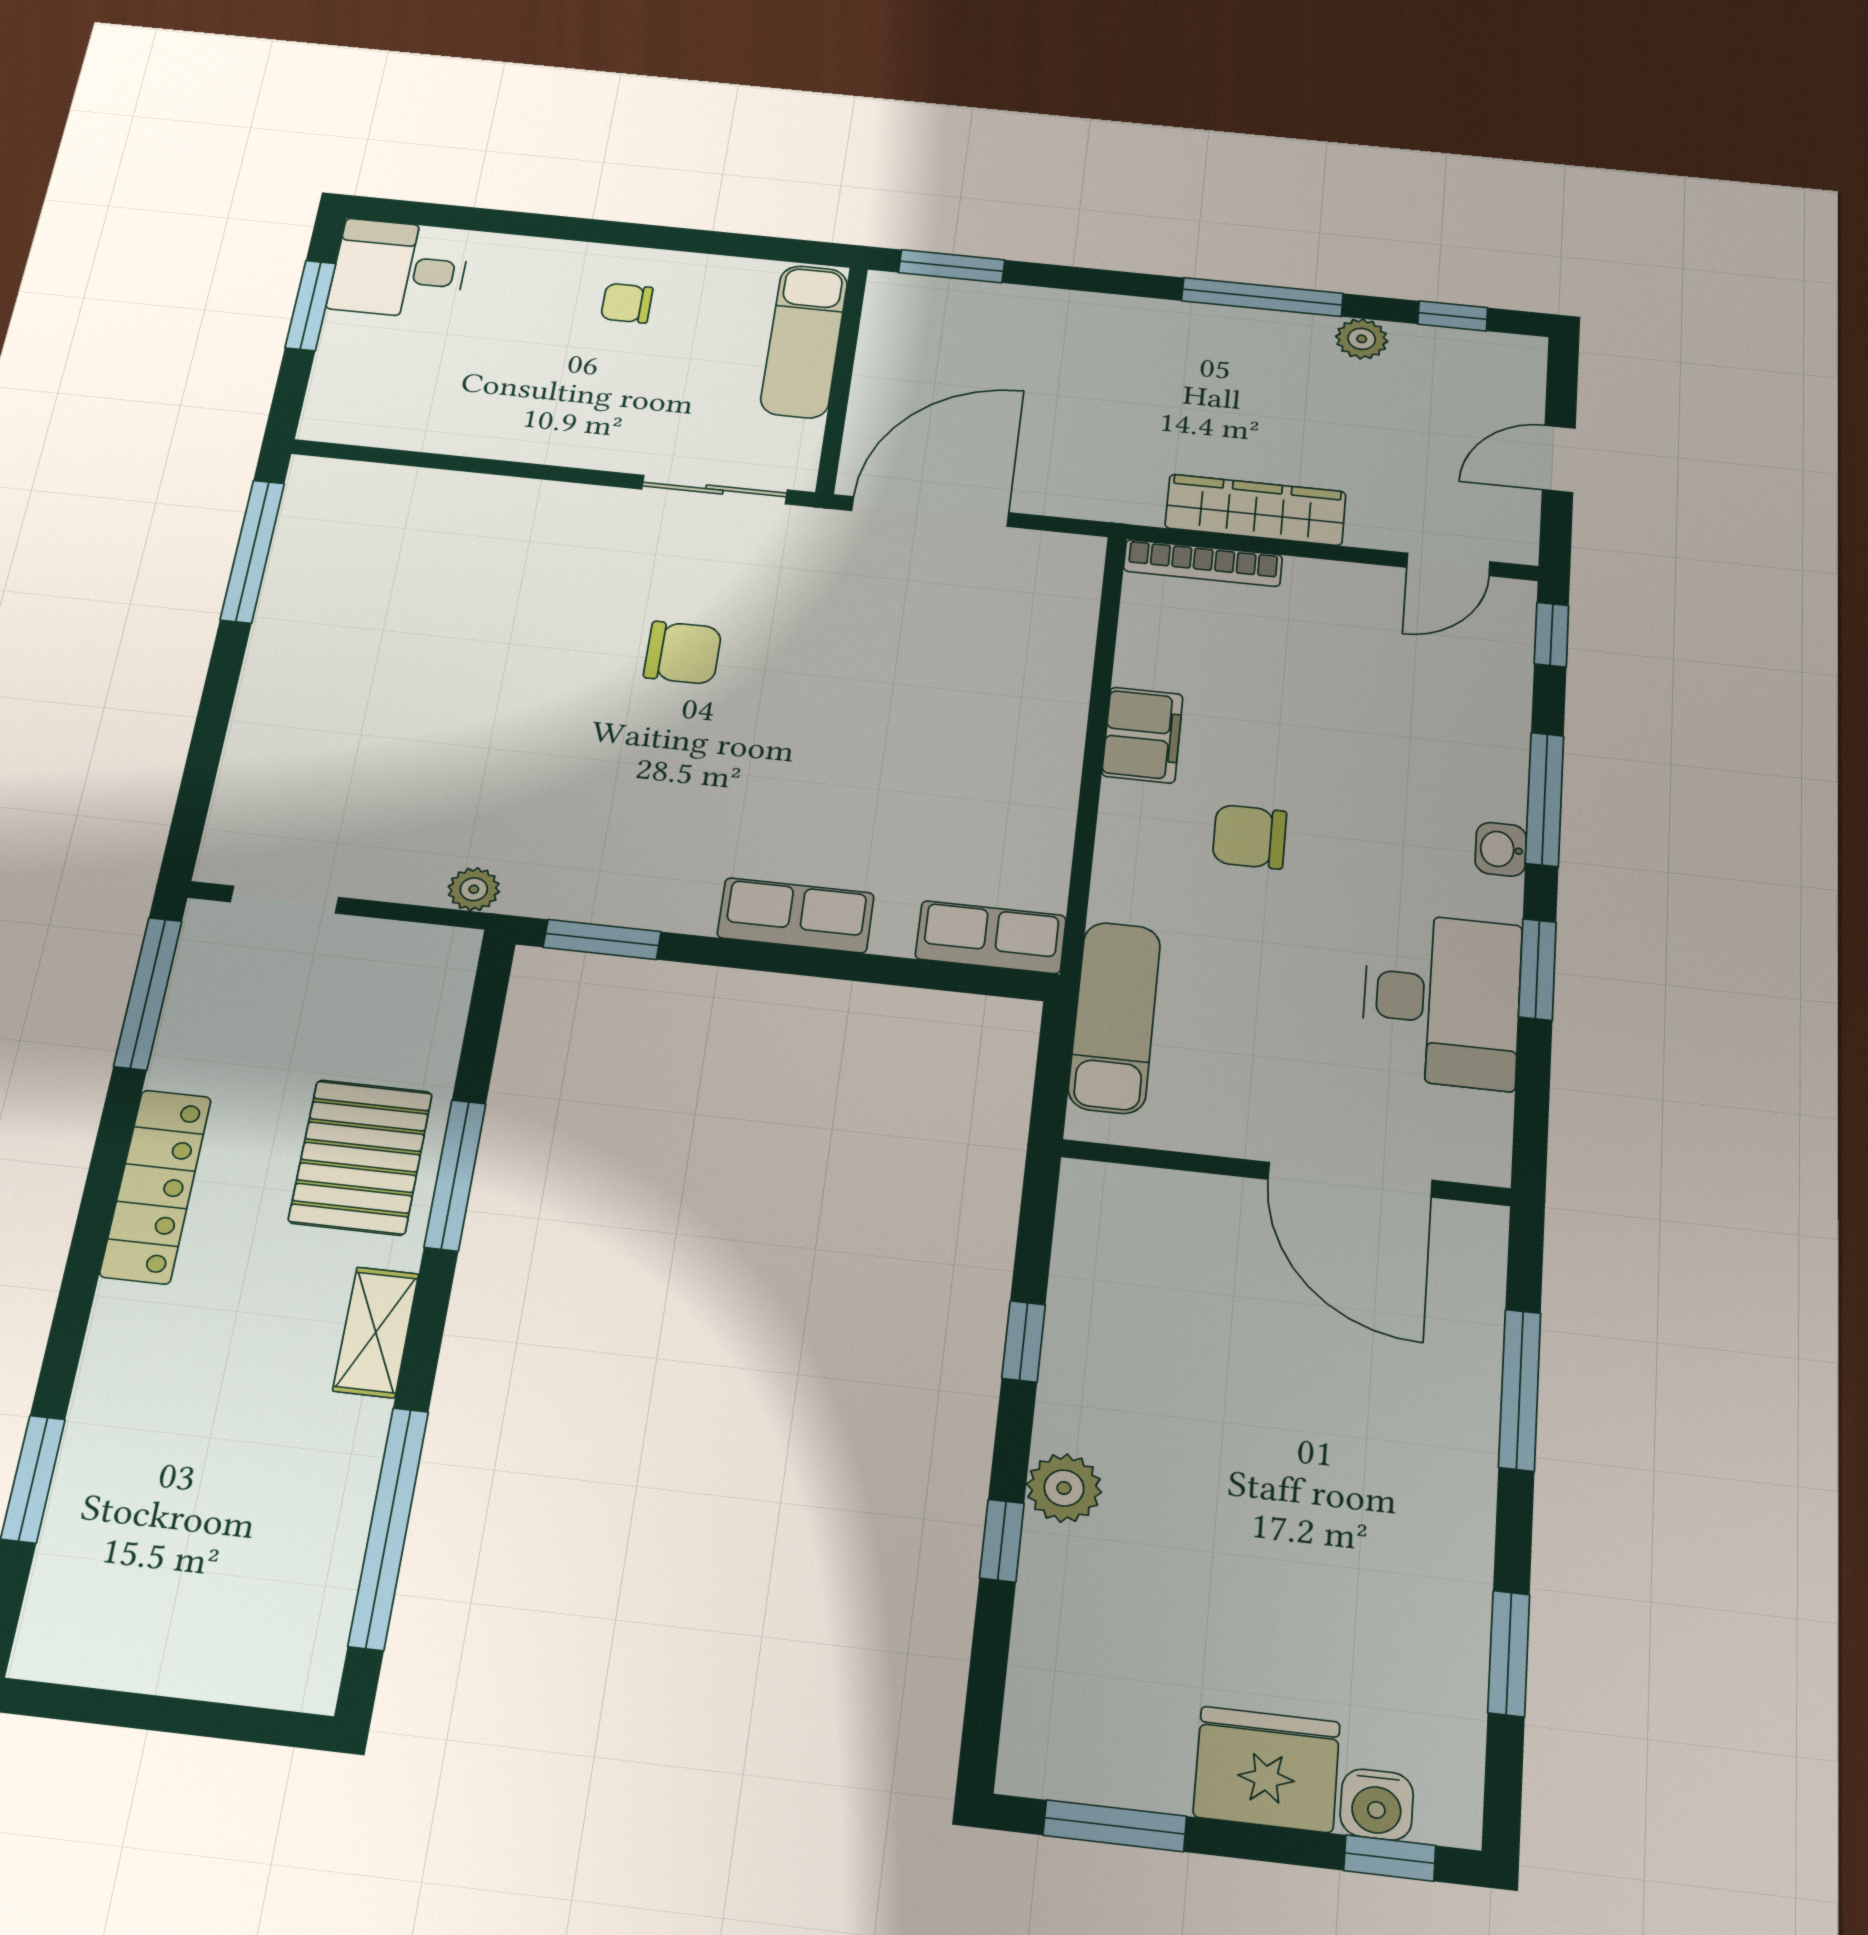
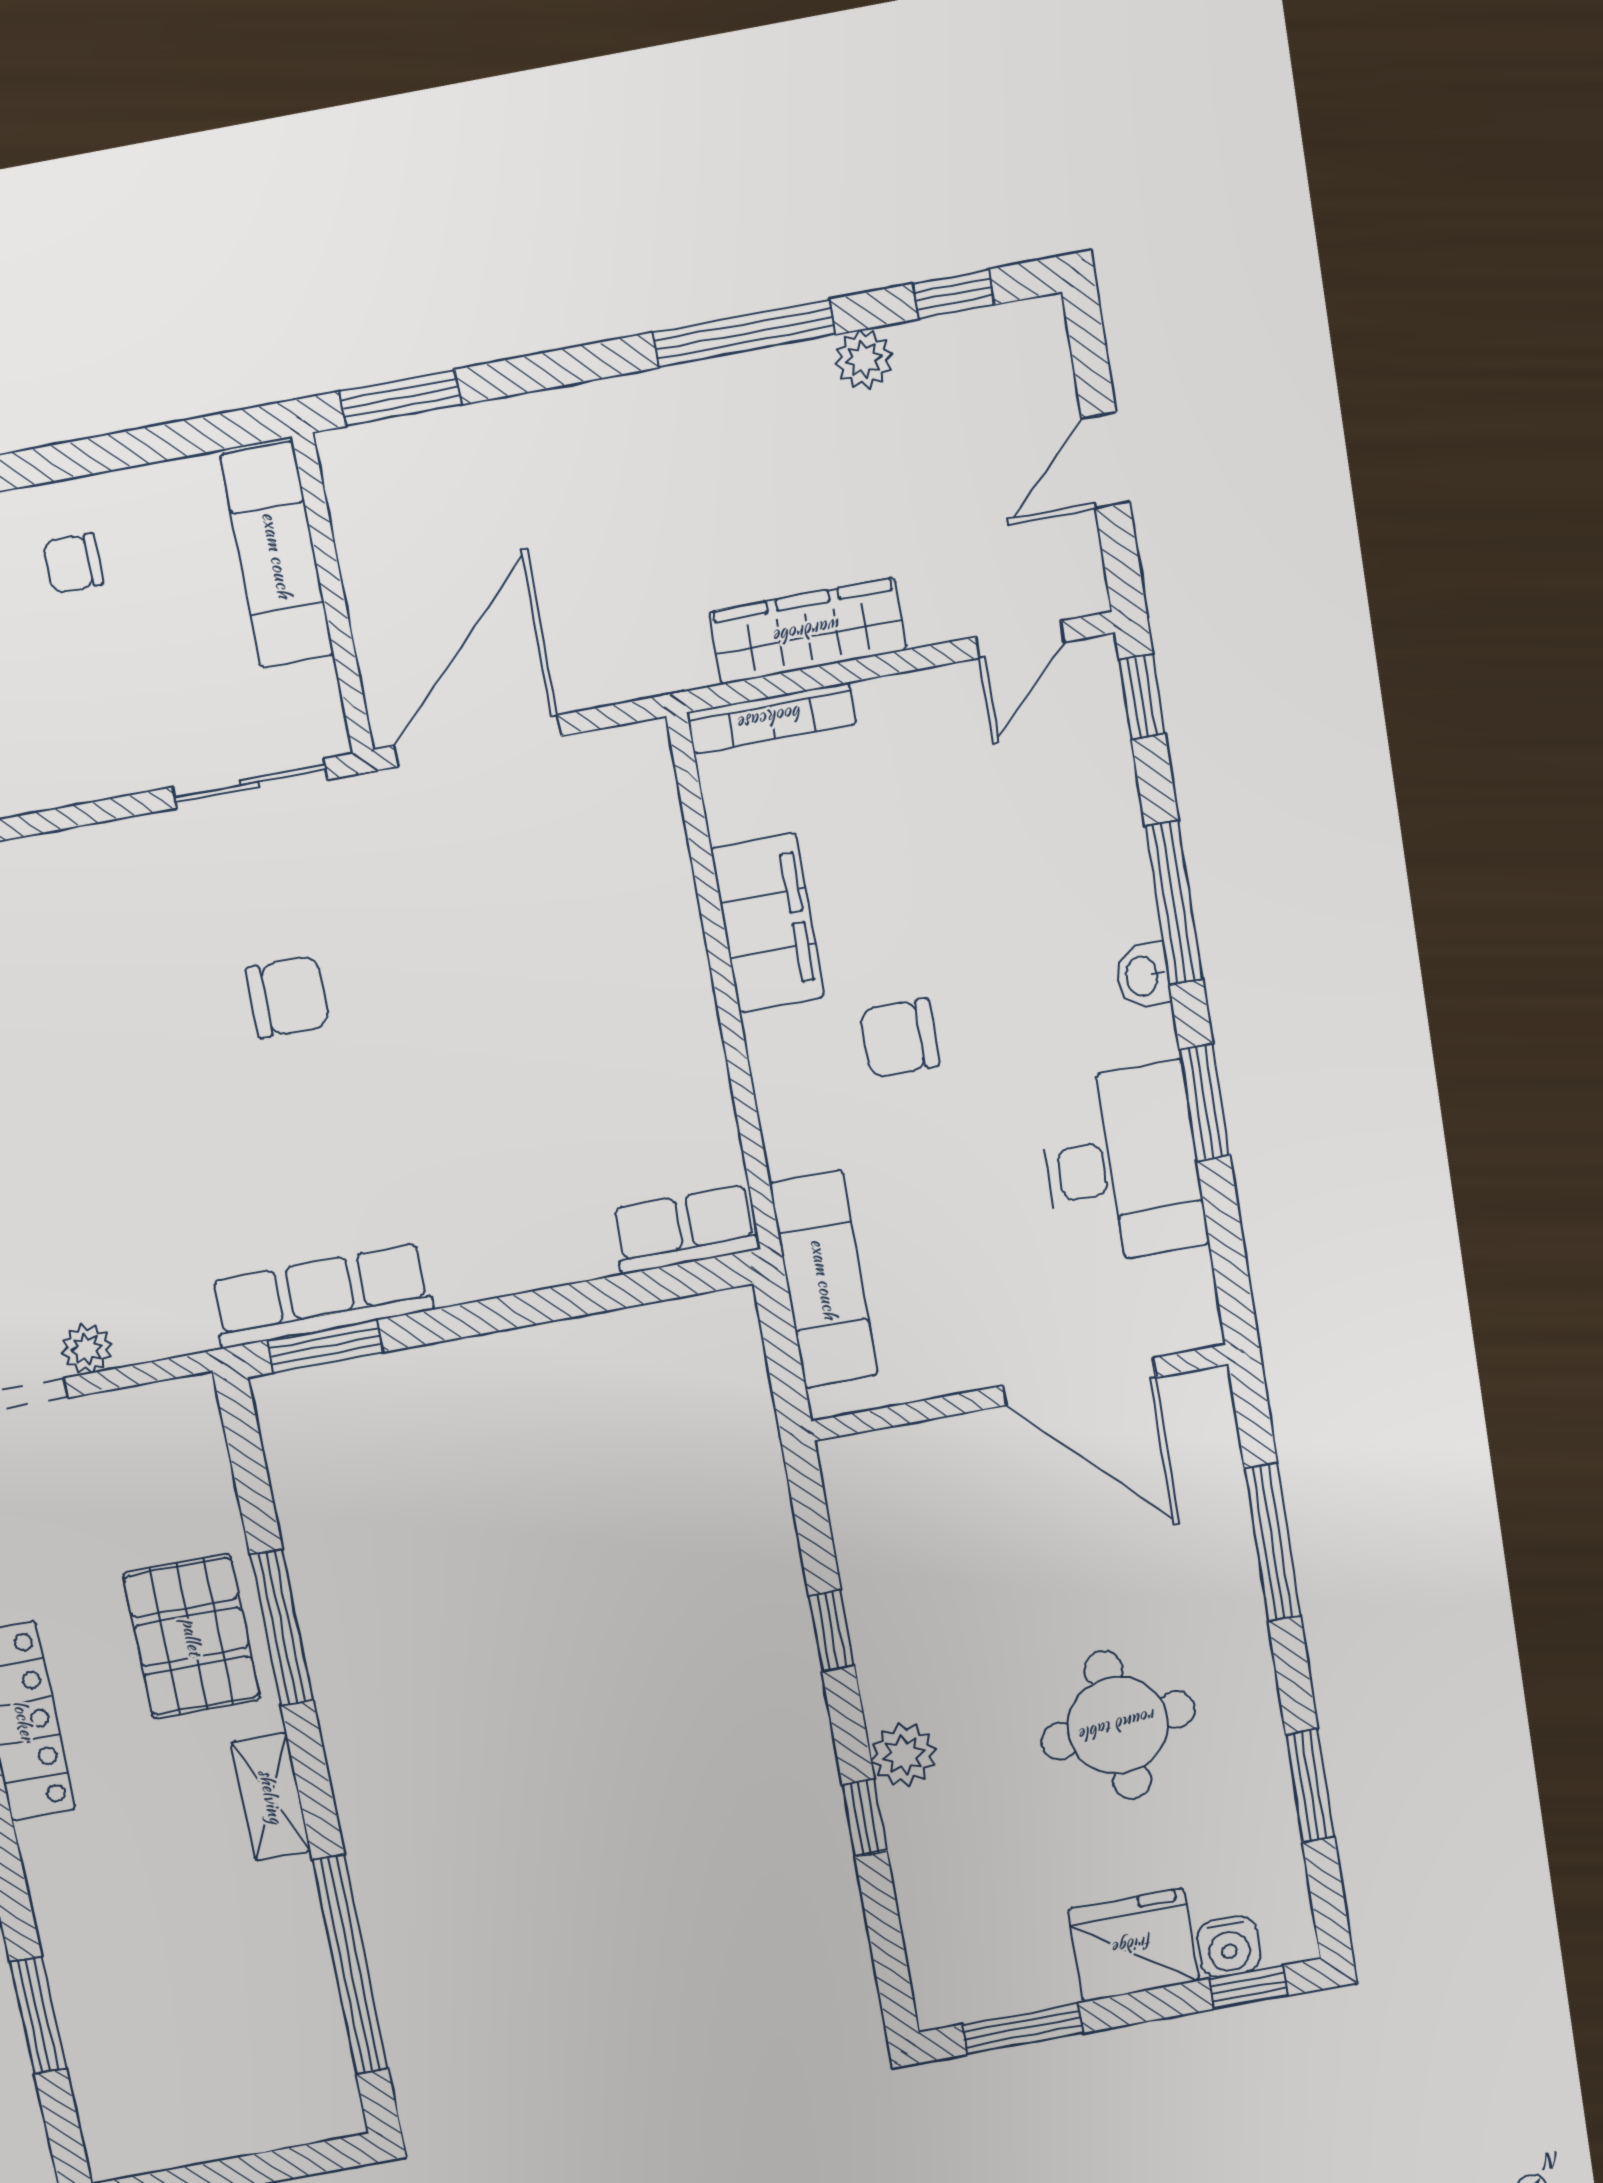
filing cabinet: (1142, 735) -> (767, 923), width x1.50, depth x1.17
plant: (474, 889) -> (87, 1349), moved
row of seats: (796, 915) -> (321, 1296), moved, width x1.48
round table: (1308, 1526) -> (1118, 1725), added

